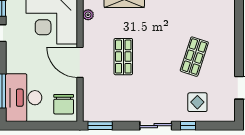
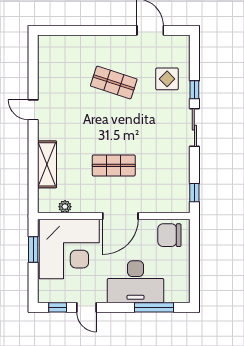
desk: (24, 98) -> (135, 282), moved
chair: (64, 104) -> (169, 235), turned 180
window: (100, 126) -> (194, 193), width x0.67

